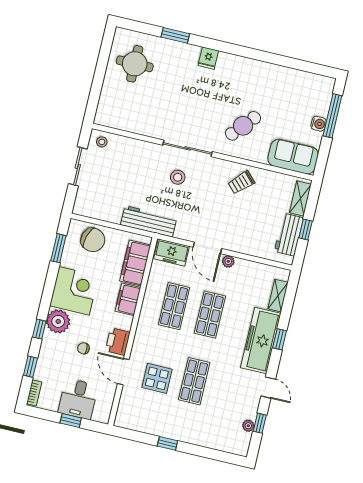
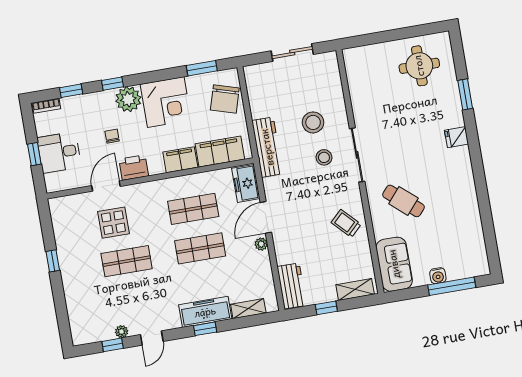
stool: (102, 142) -> (313, 122), moved, width x1.89, depth x1.89
workbench: (289, 235) -> (292, 286), moved, turned 90
freezer: (261, 341) -> (205, 312), width x0.73, depth x0.79
plant: (248, 426) -> (122, 332), moved

